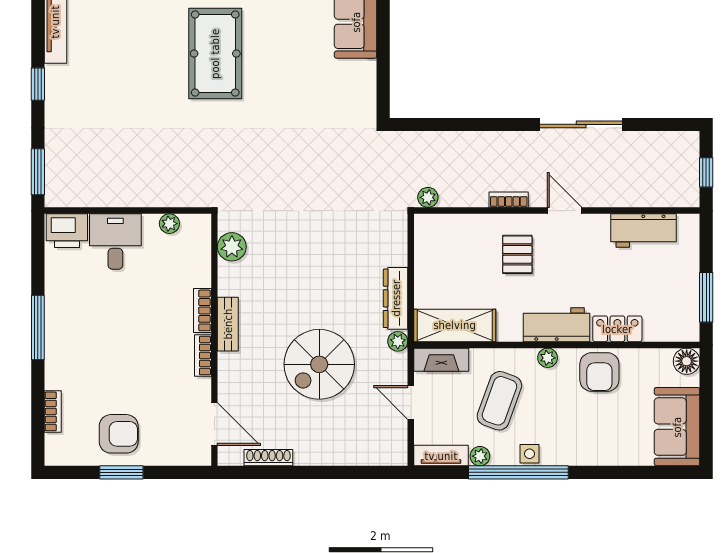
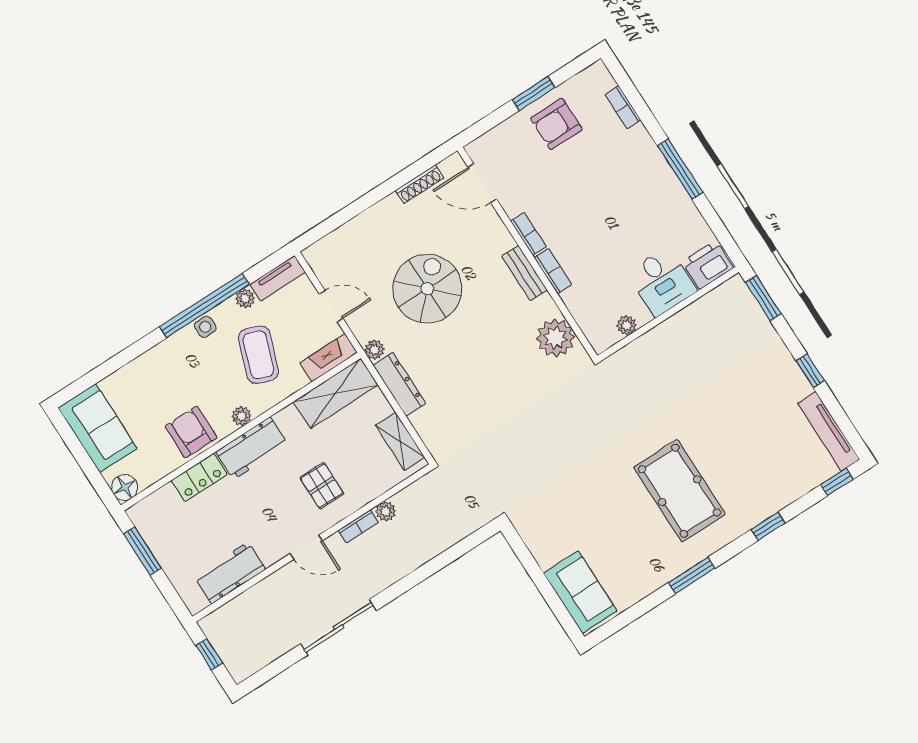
plant: (428, 197) -> (386, 511), moved
plant: (232, 247) -> (555, 338), width x1.36, depth x1.36
shelving: (426, 249) -> (400, 441), added

